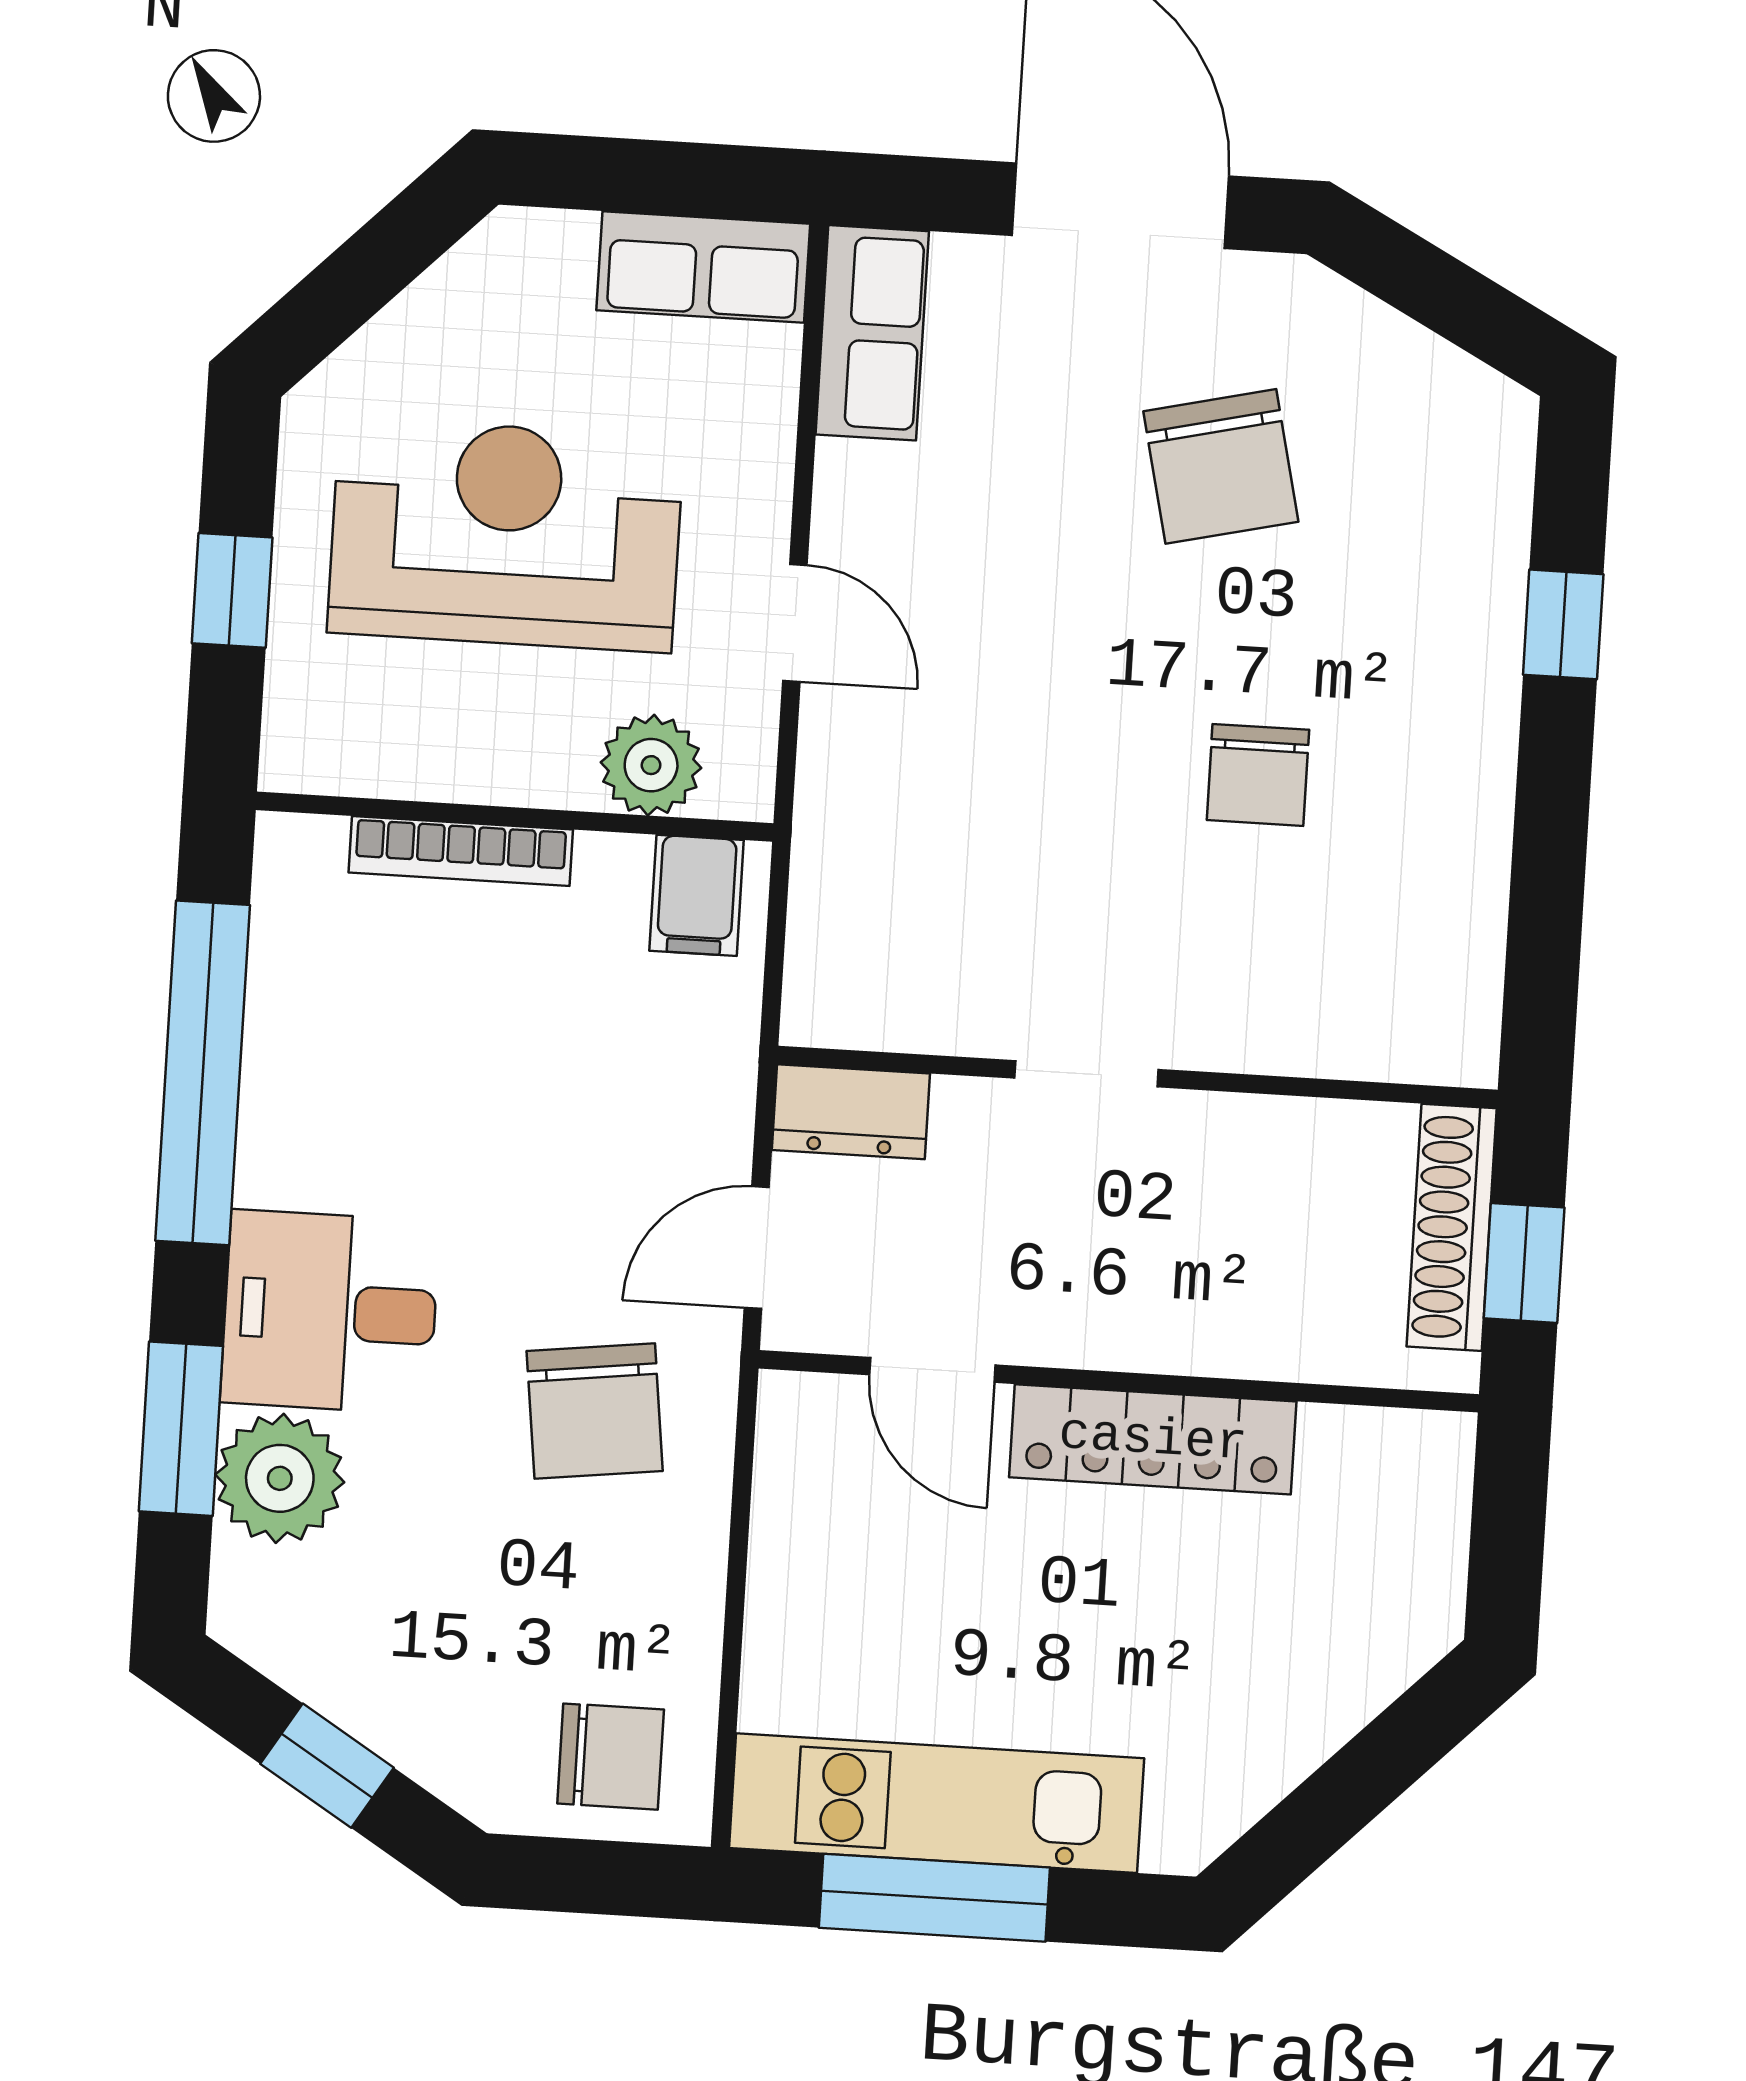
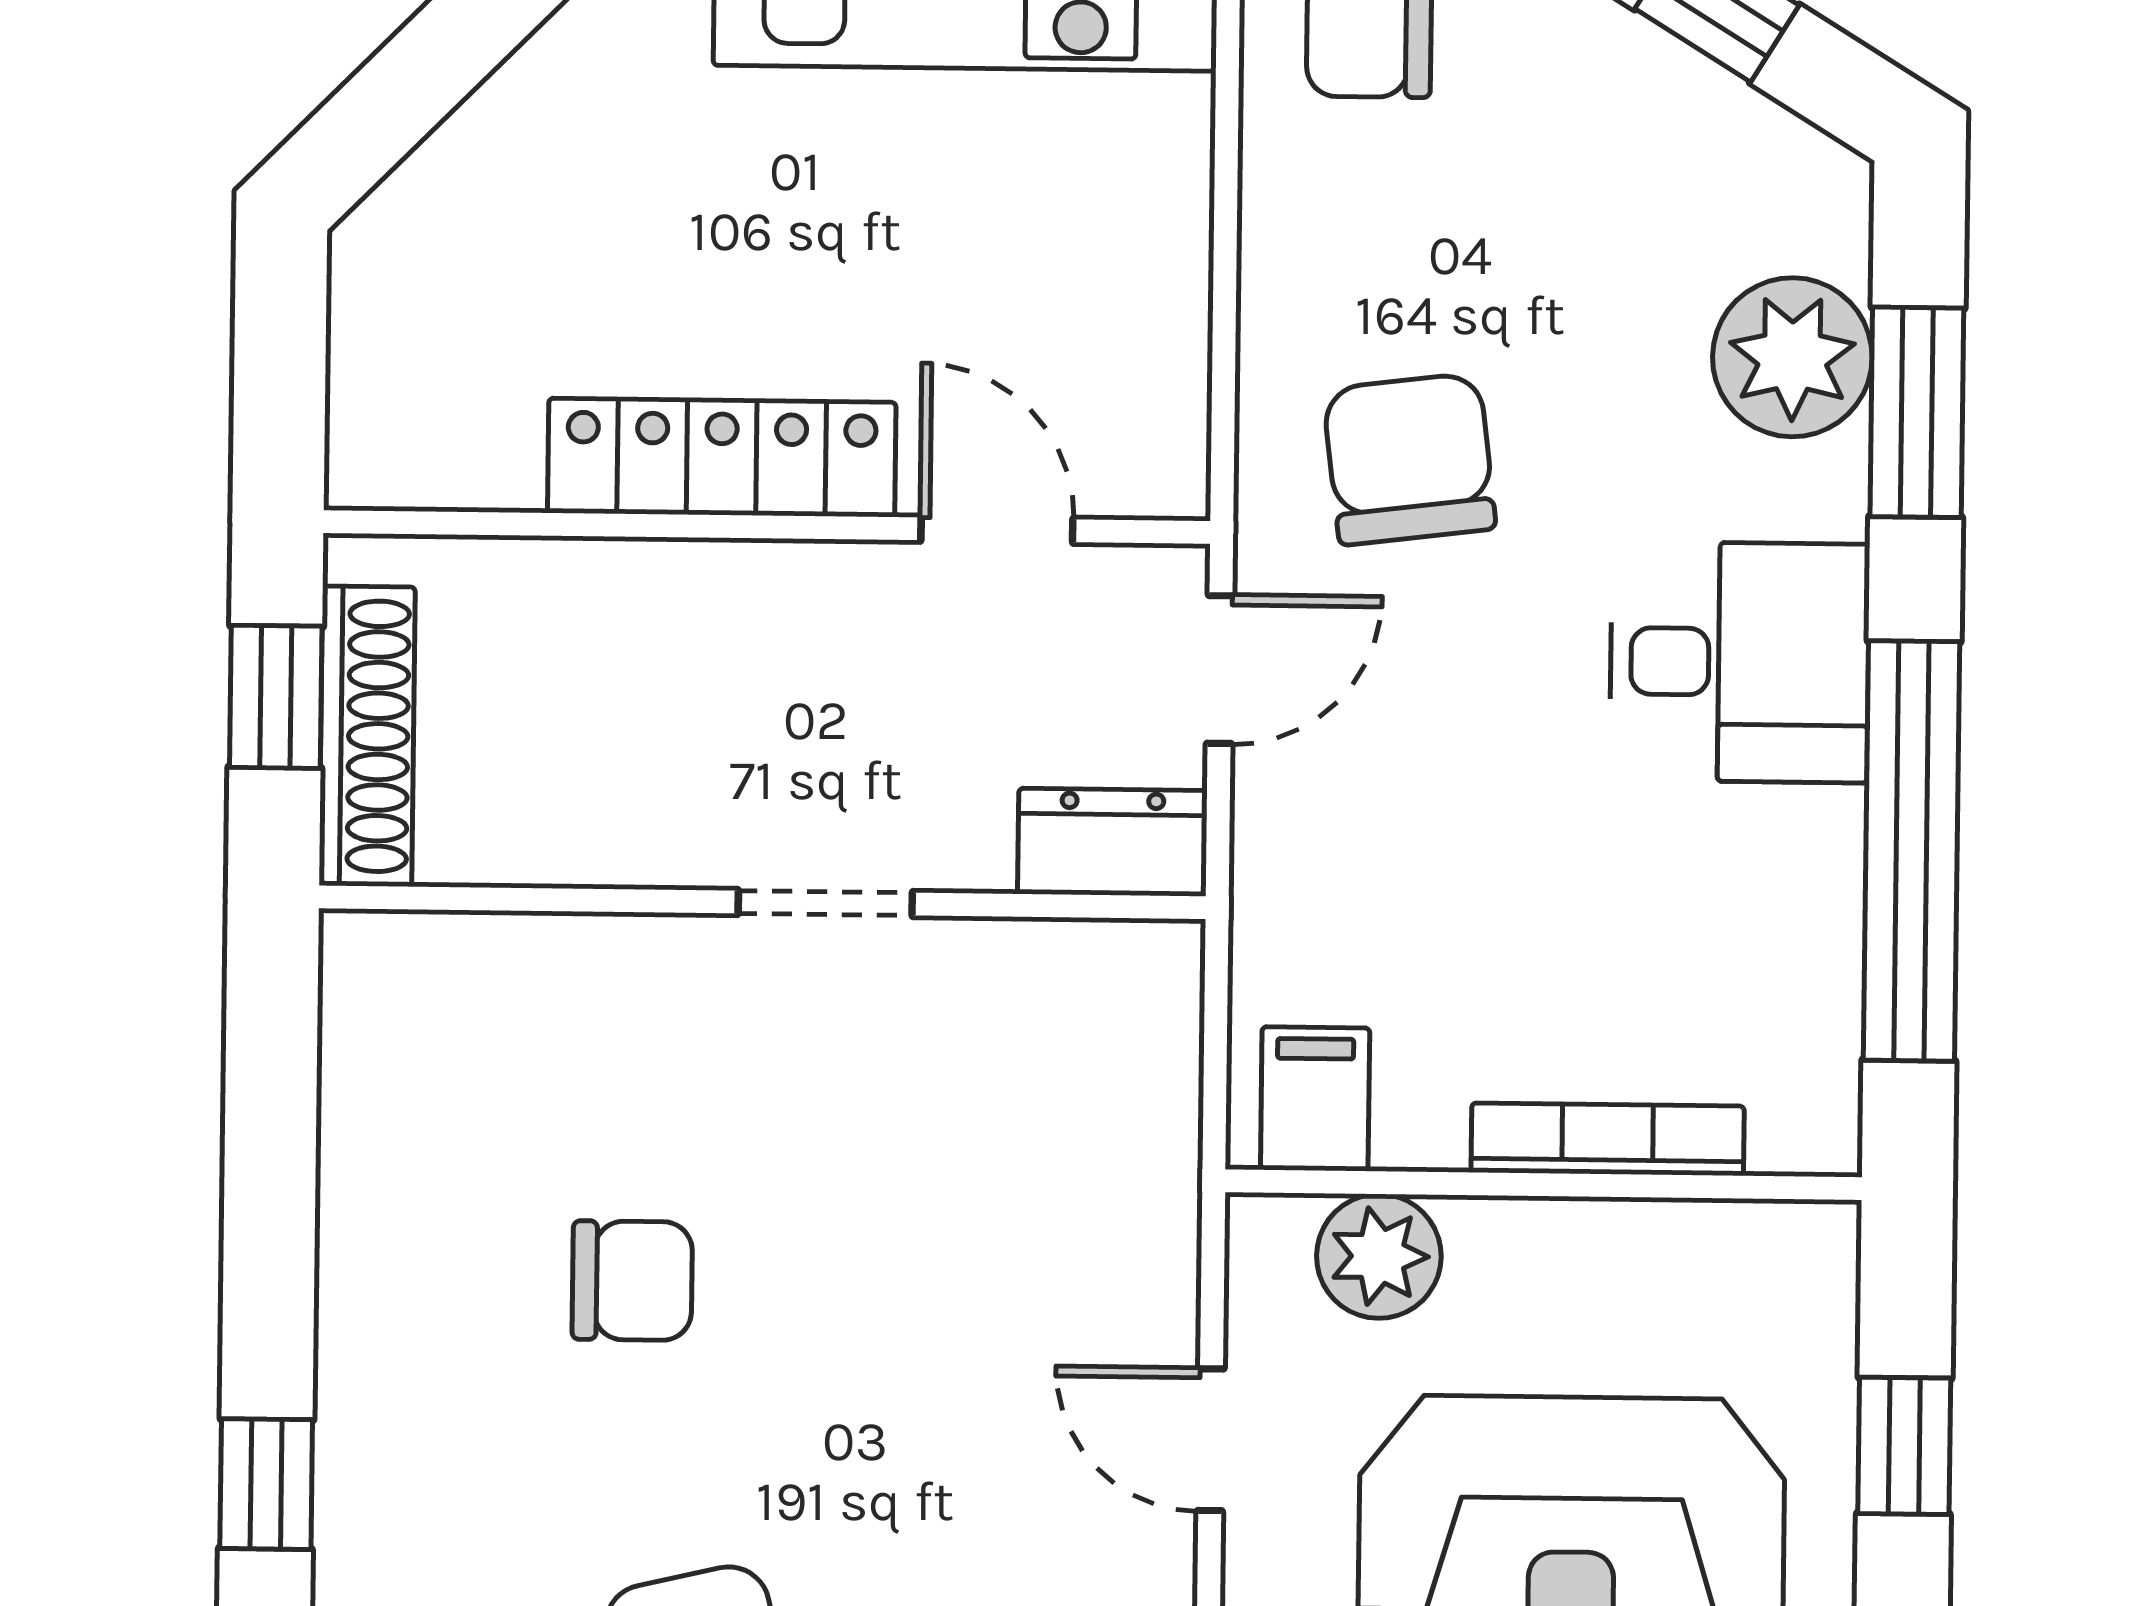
chair: (1258, 775) -> (632, 1281), turned 90
desk: (330, 1312) -> (1739, 662), moved

